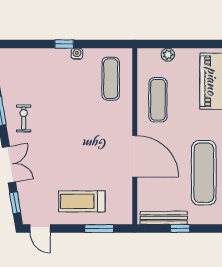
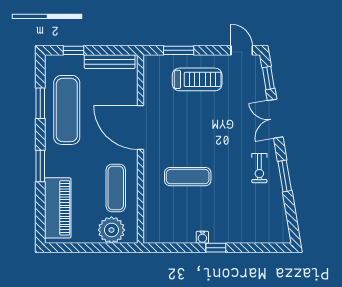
plant: (168, 55) -> (111, 230), width x1.88, depth x1.88
exercise mat: (111, 79) -> (188, 177), moved, turned 90
window: (180, 229) -> (73, 50), moved

